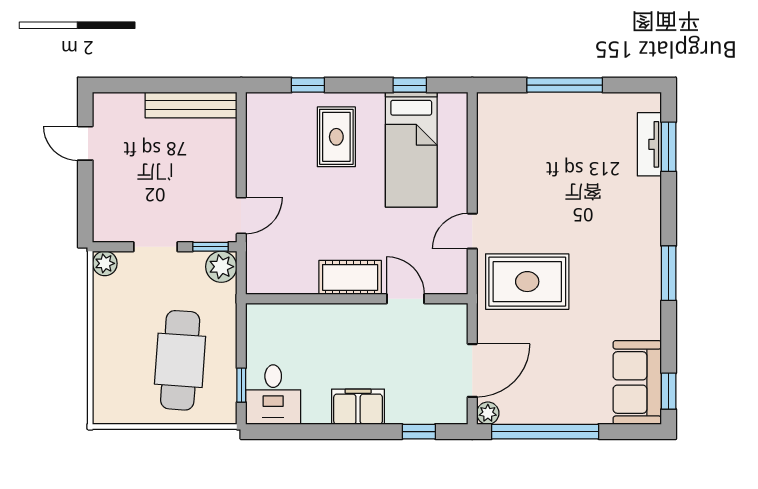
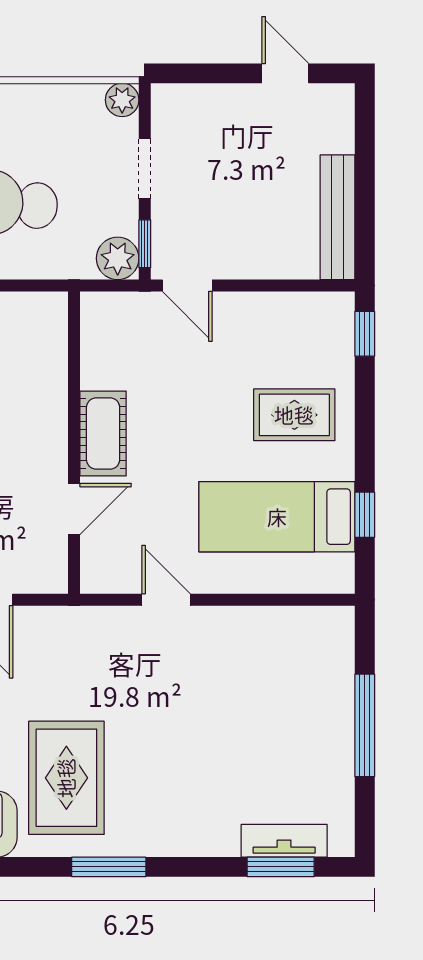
window: (308, 85) -> (365, 334), moved
door: (85, 143) -> (285, 73), hinge flipped
rug: (527, 282) -> (66, 778), moved

